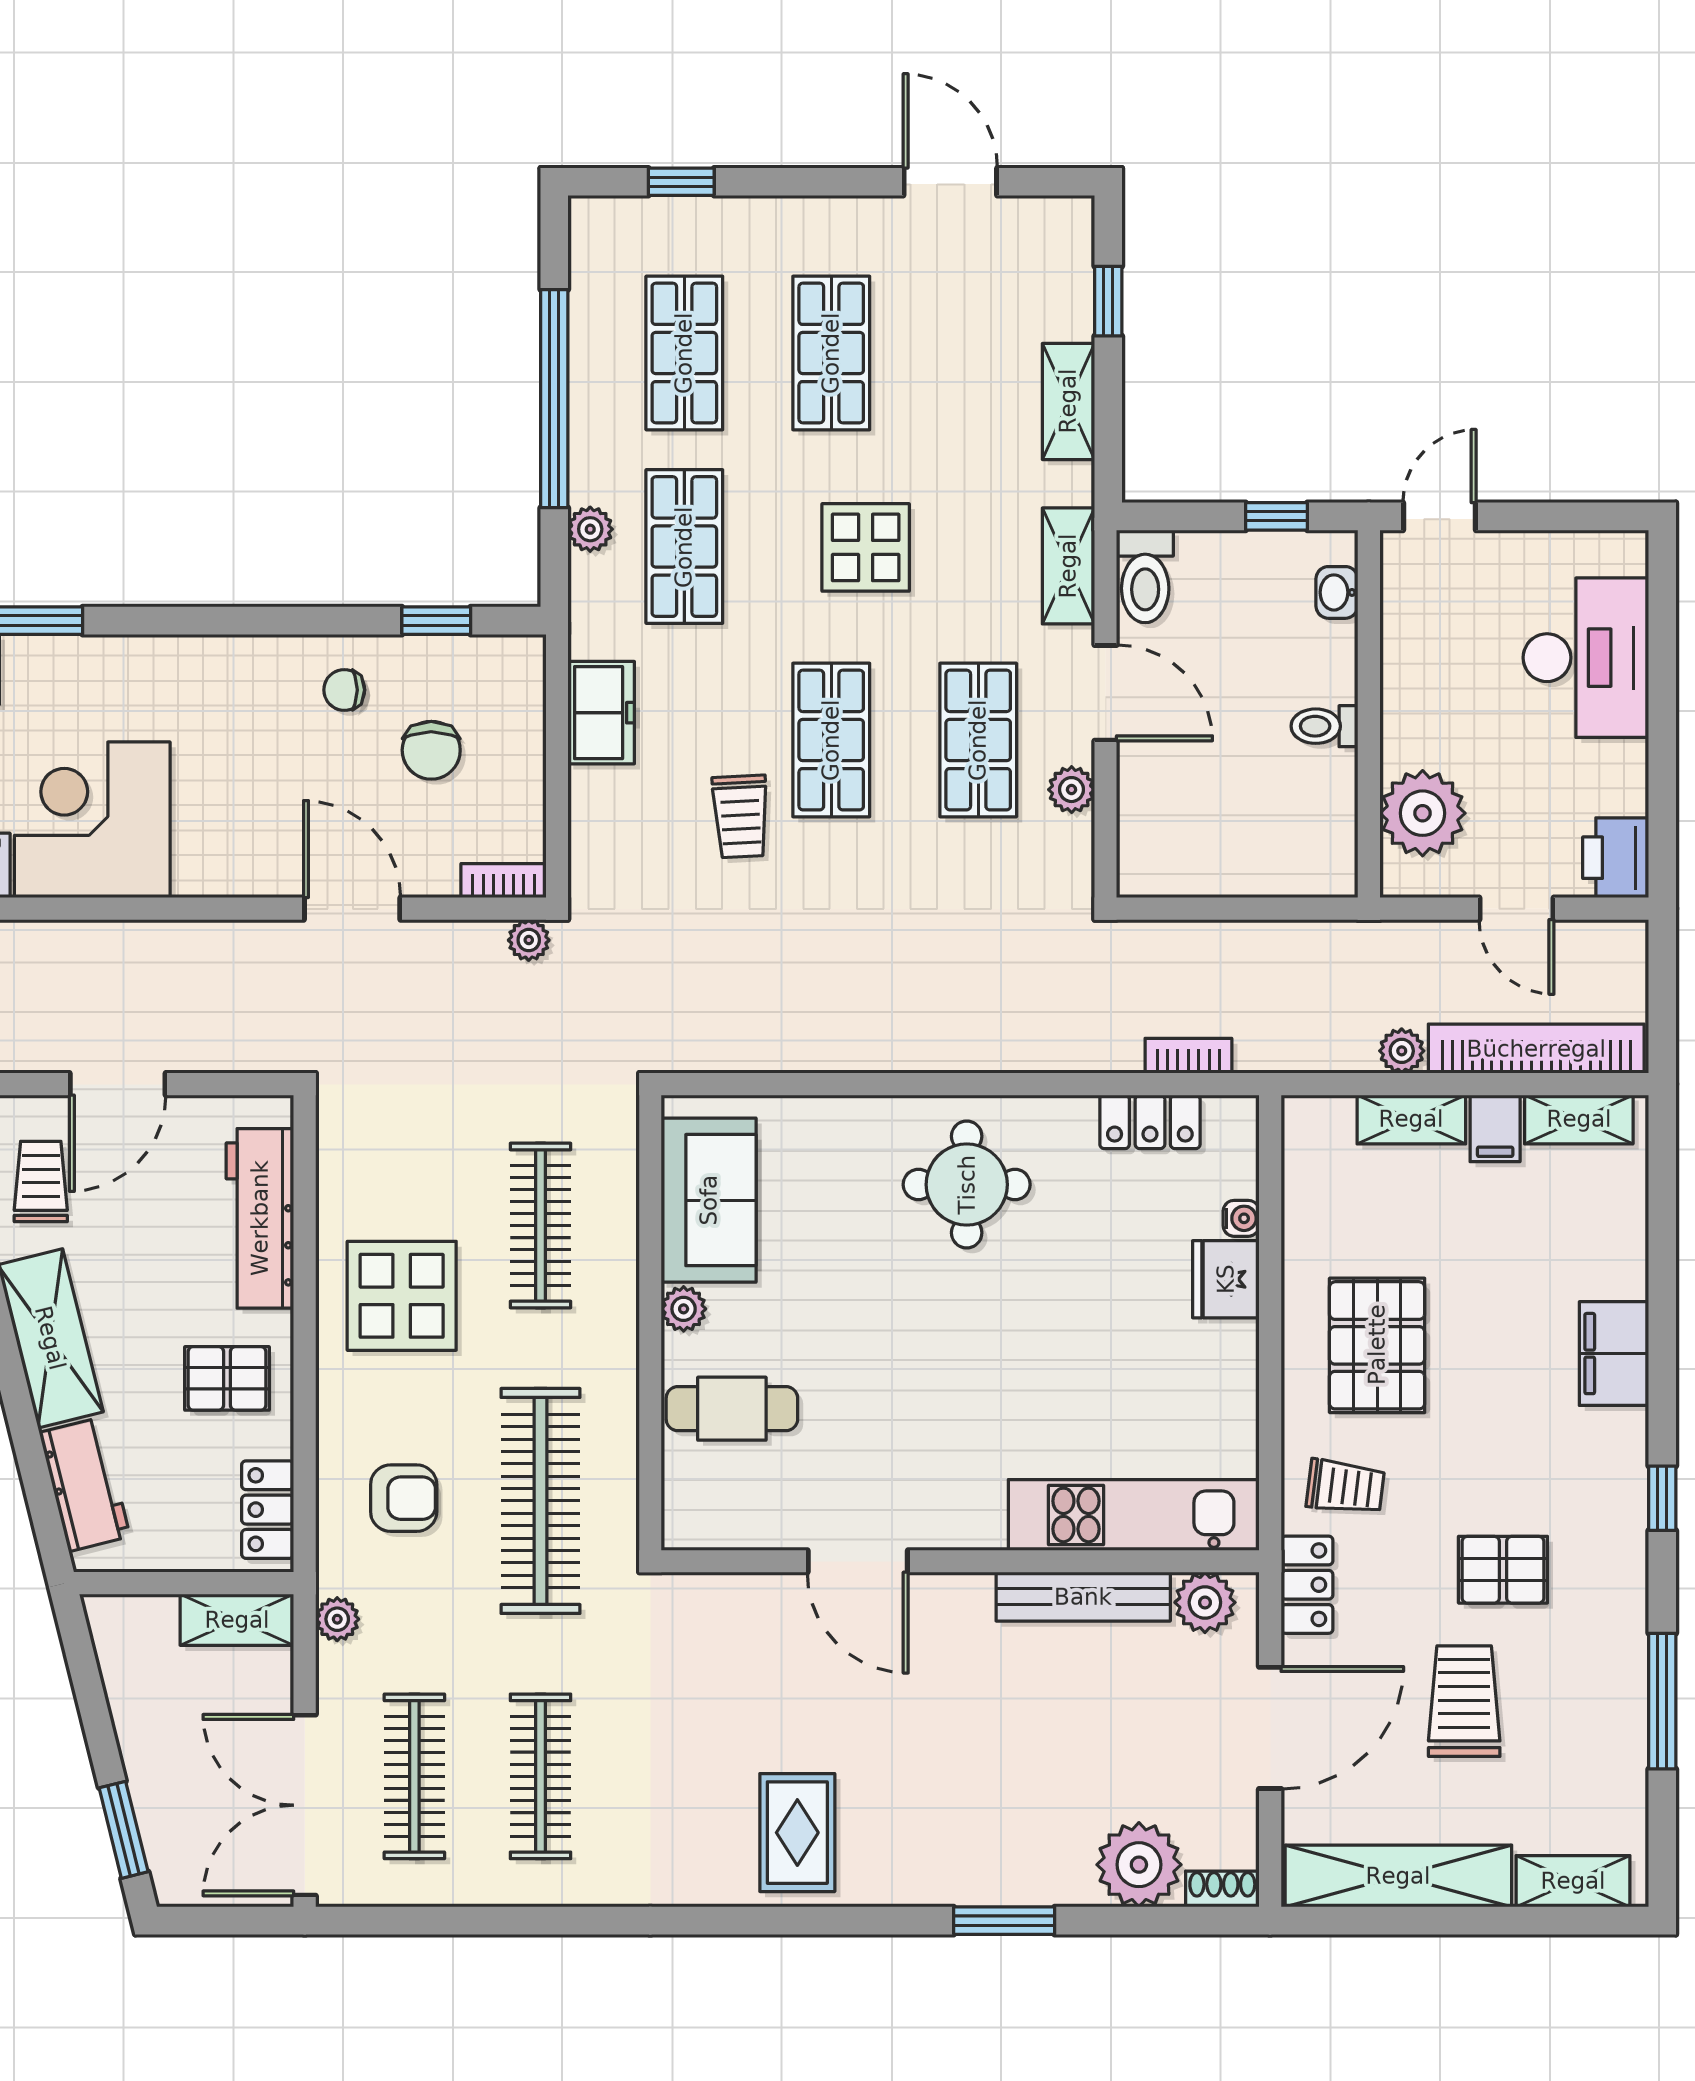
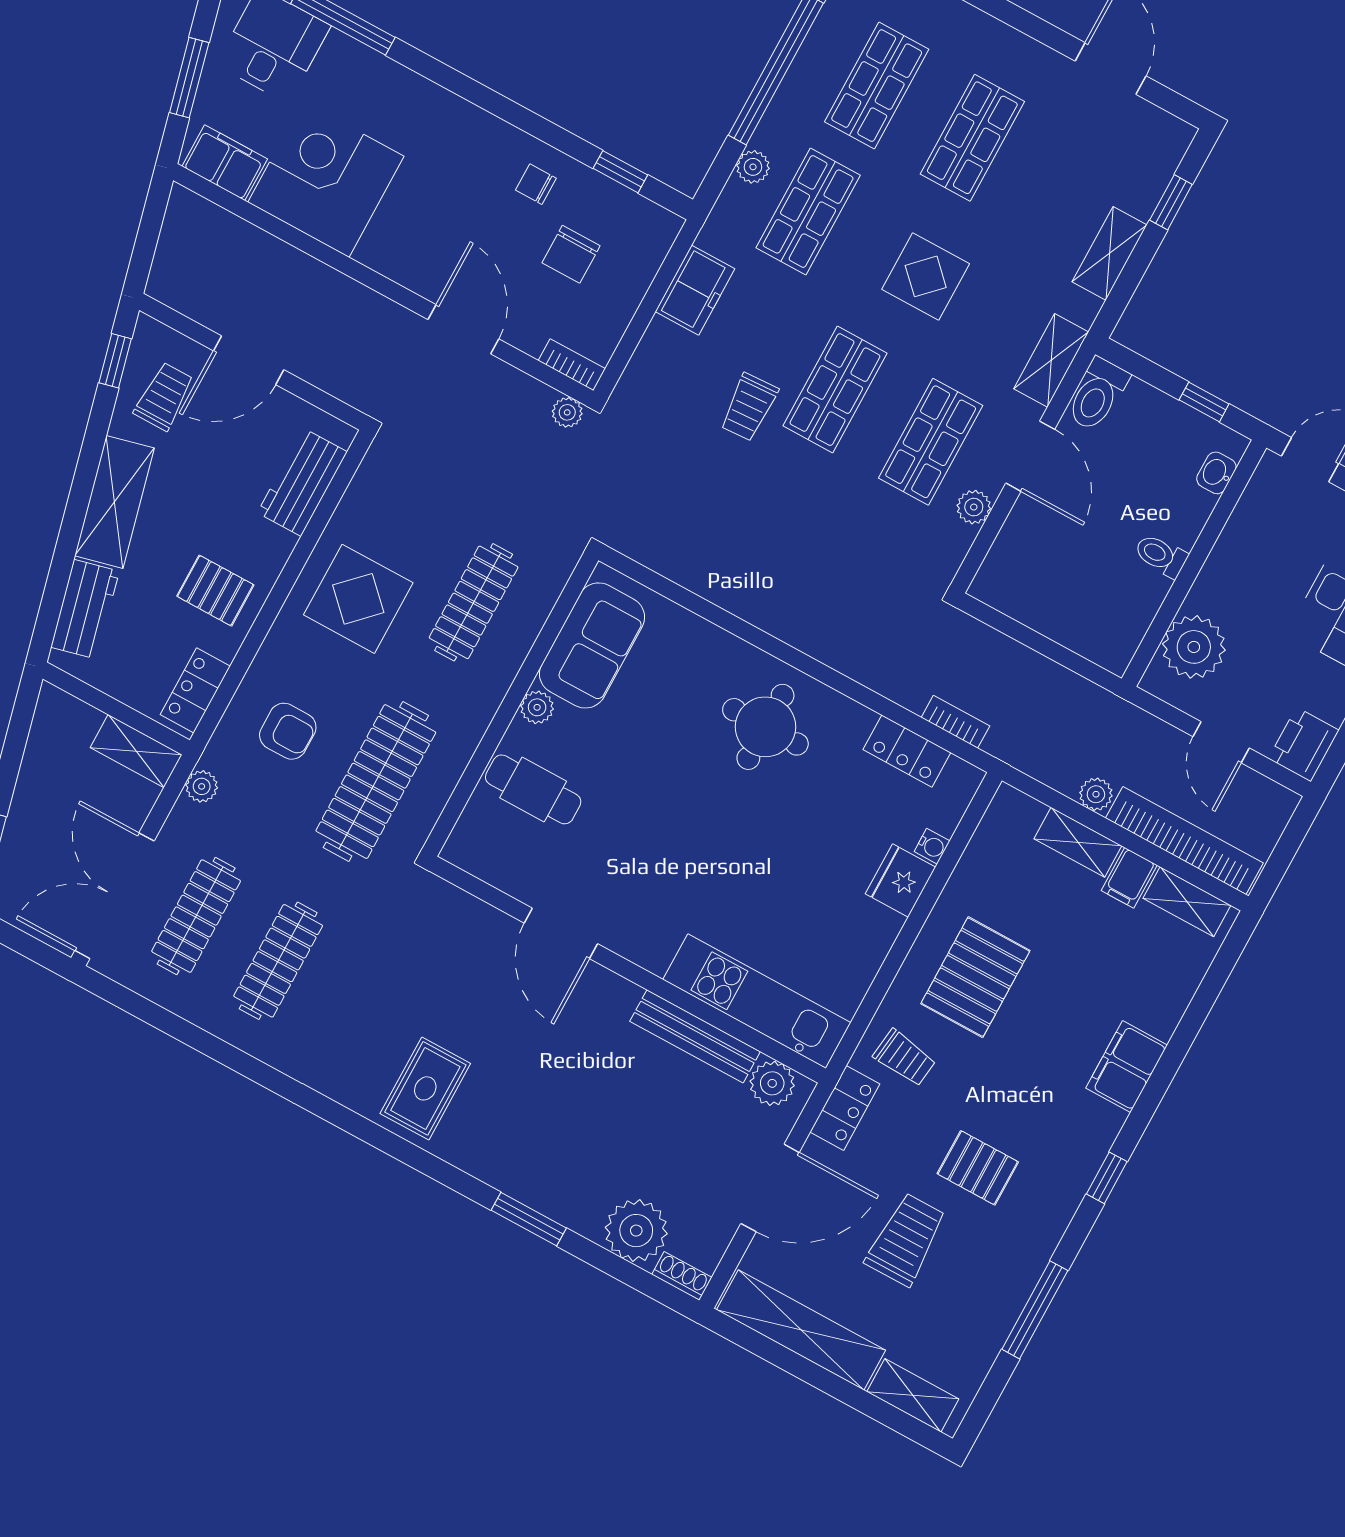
workbench: (260, 1218) -> (302, 482), width x0.73

